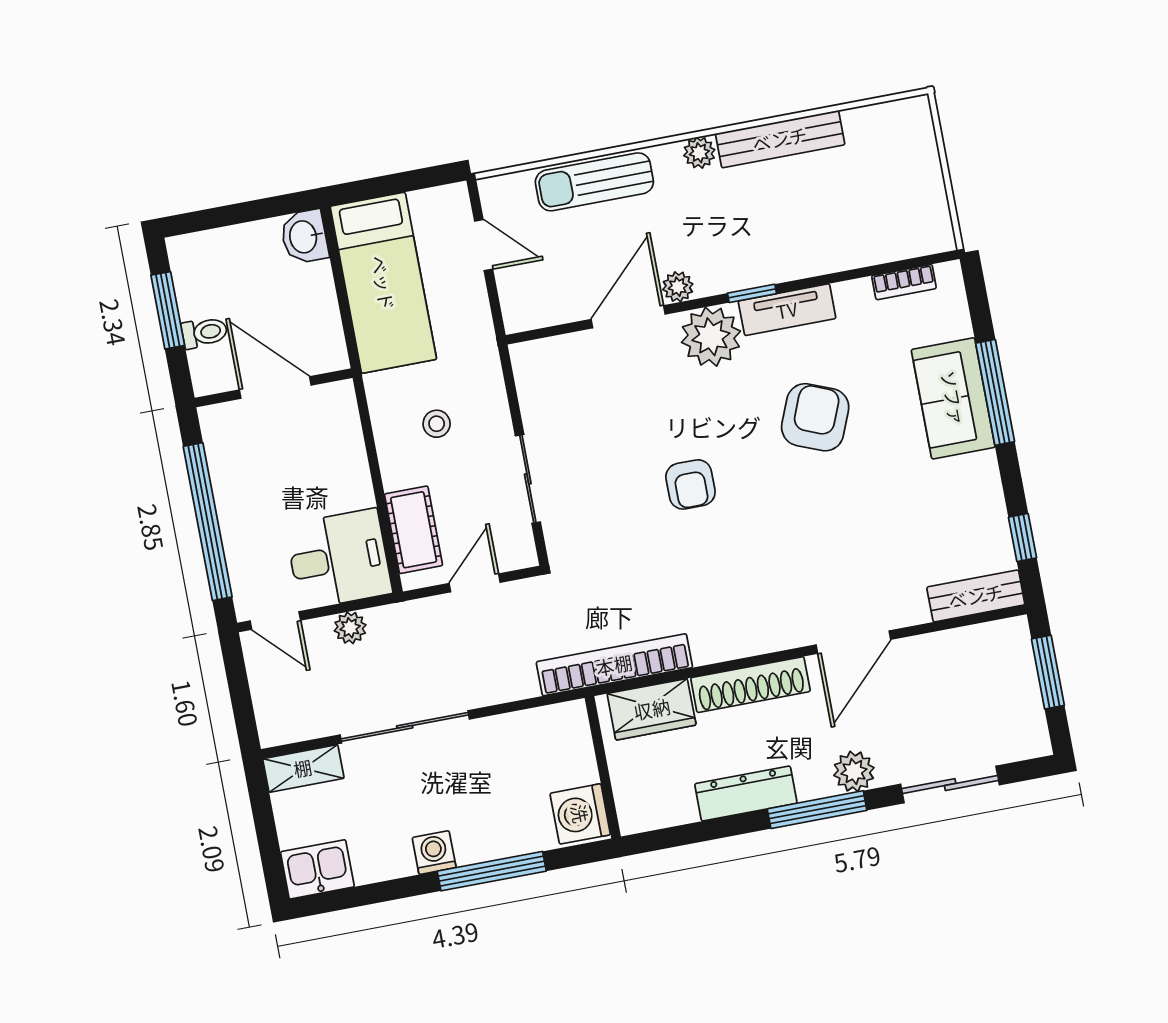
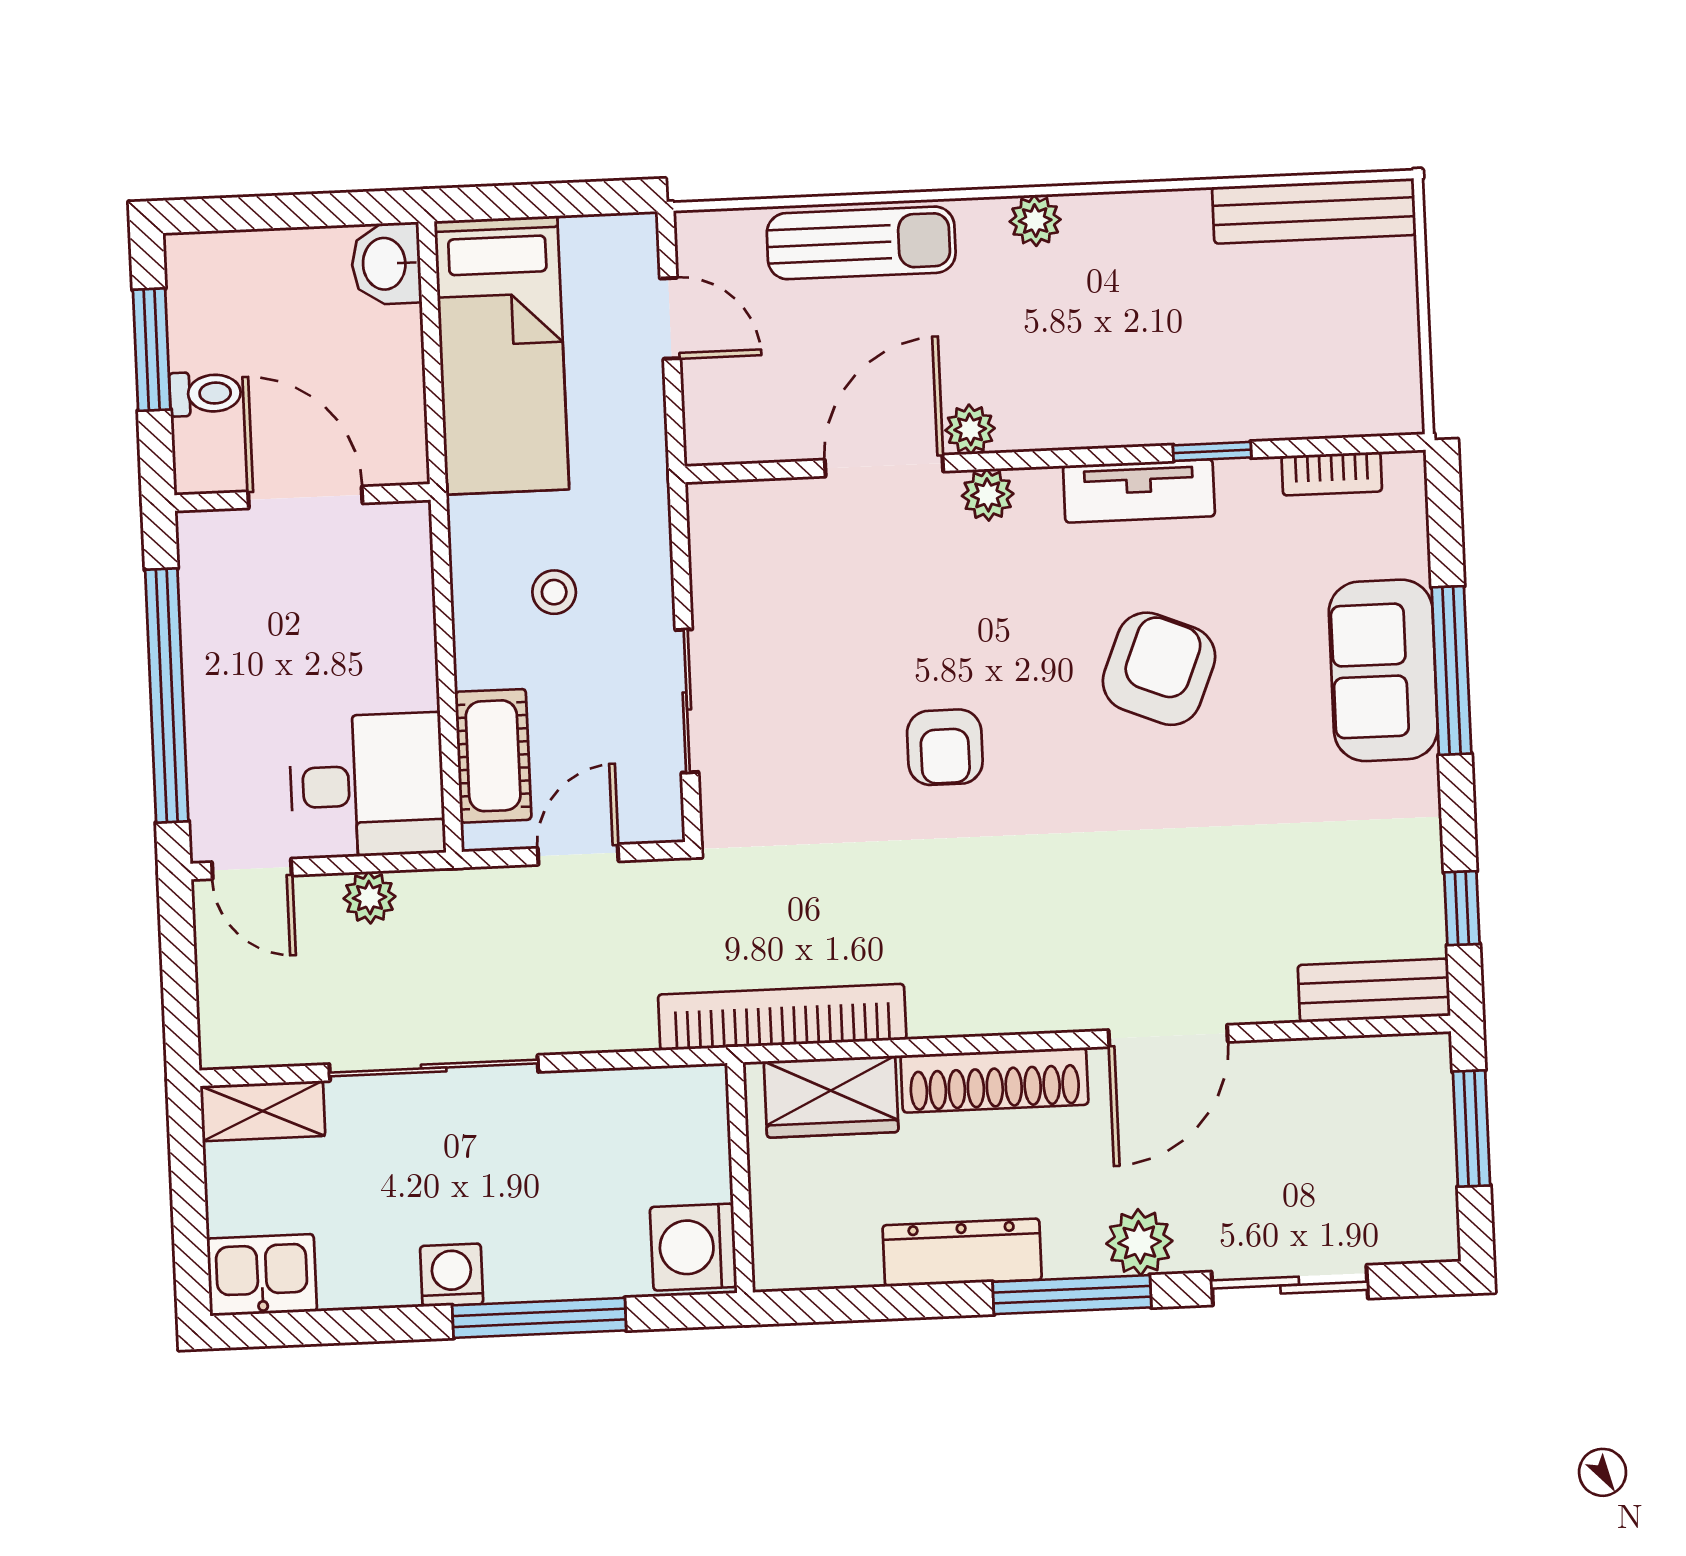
bench: (780, 139) -> (1314, 211), moved
sun lounger: (594, 182) -> (861, 243), turned 180
window: (752, 293) -> (1212, 451), moved
plant: (711, 337) -> (988, 495), width x0.53, depth x0.53

